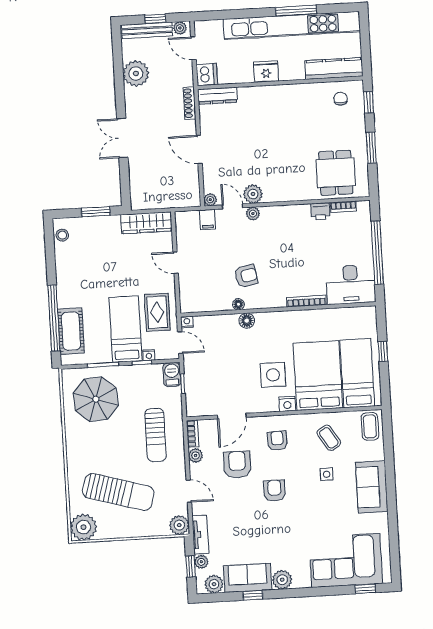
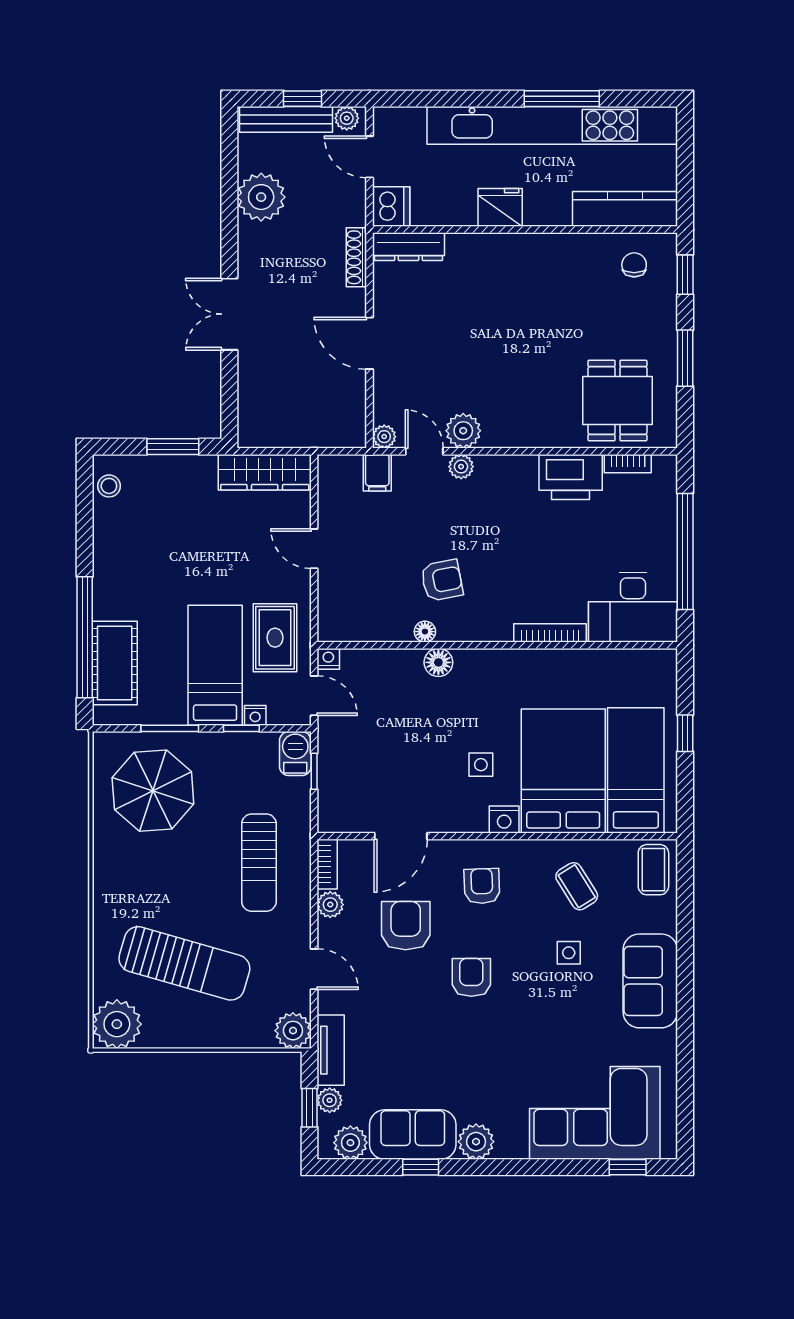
printer: (320, 211) -> (571, 477), width x1.87, depth x1.48
side table: (273, 375) -> (481, 765), width x0.54, depth x0.54

